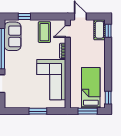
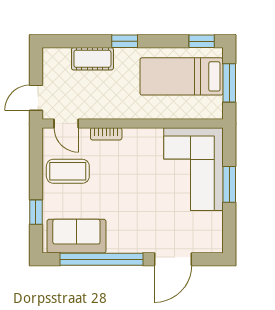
cot: (99, 30) -> (92, 59), moved
window: (108, 31) -> (125, 41), moved
corner sofa: (51, 80) -> (194, 169), moved, turned 90

